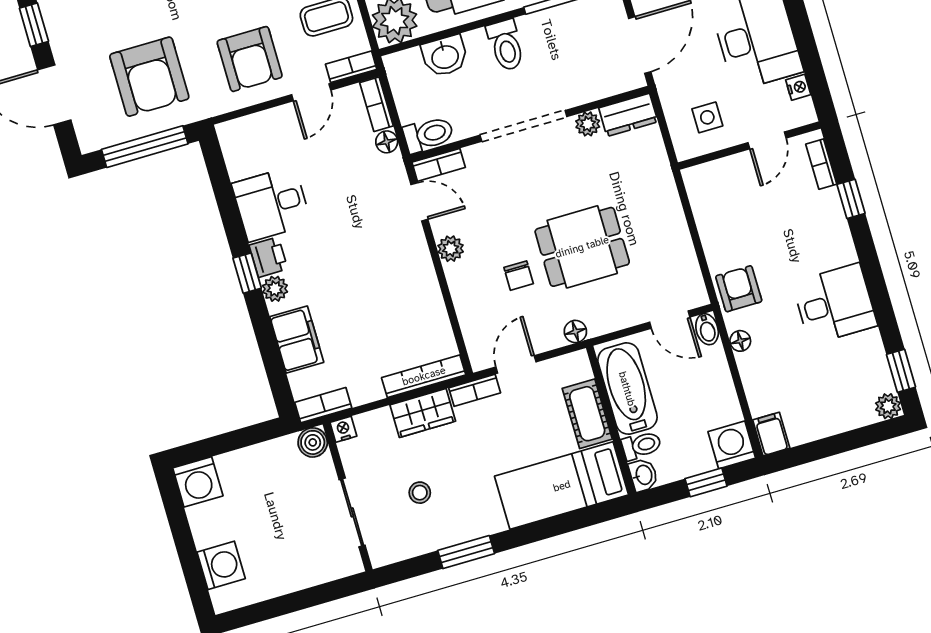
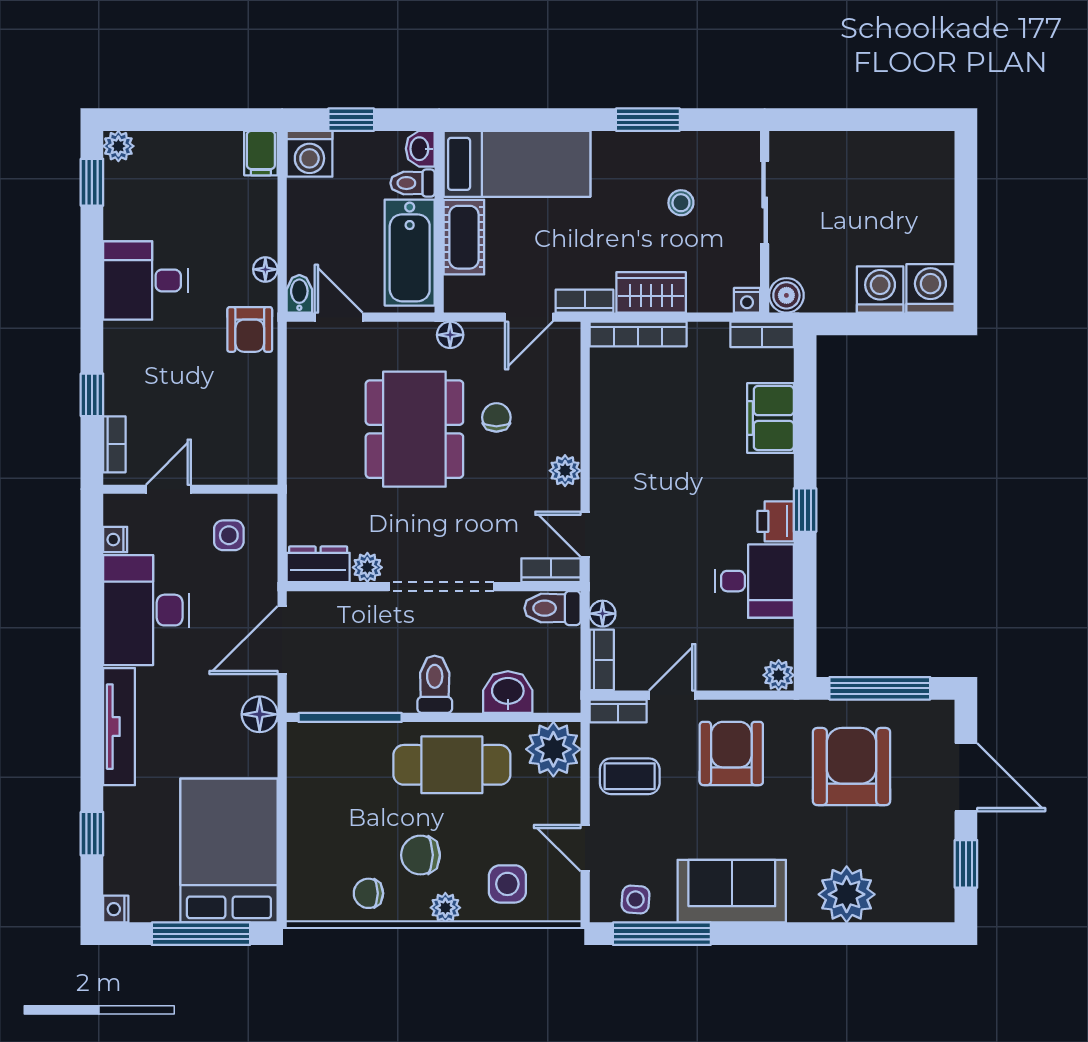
dining table: (582, 247) -> (414, 429), width x1.38
plant: (275, 289) -> (779, 675), moved
washing machine: (221, 565) -> (880, 289), moved, turned 90

